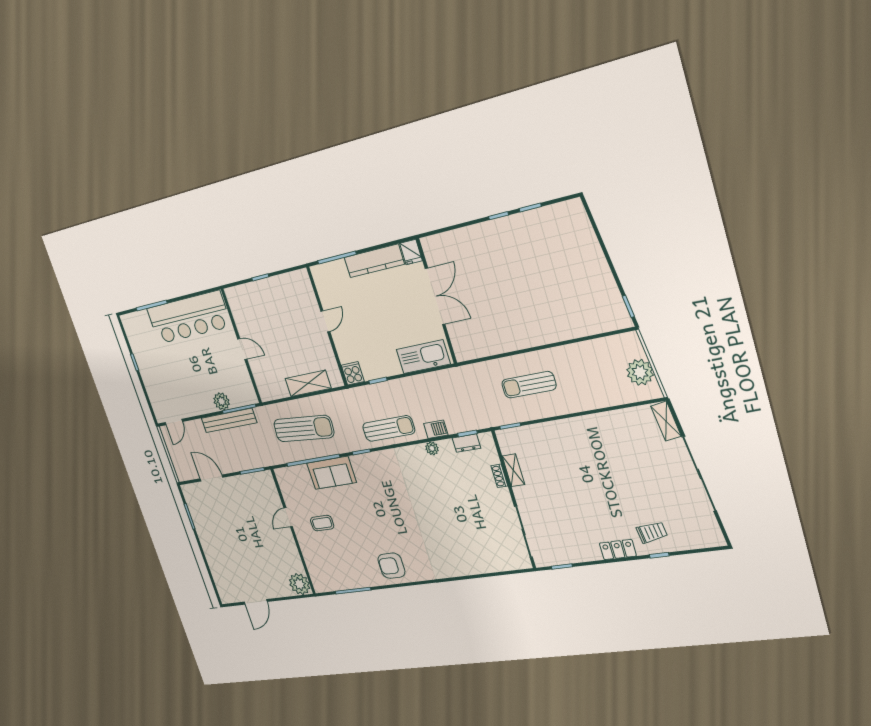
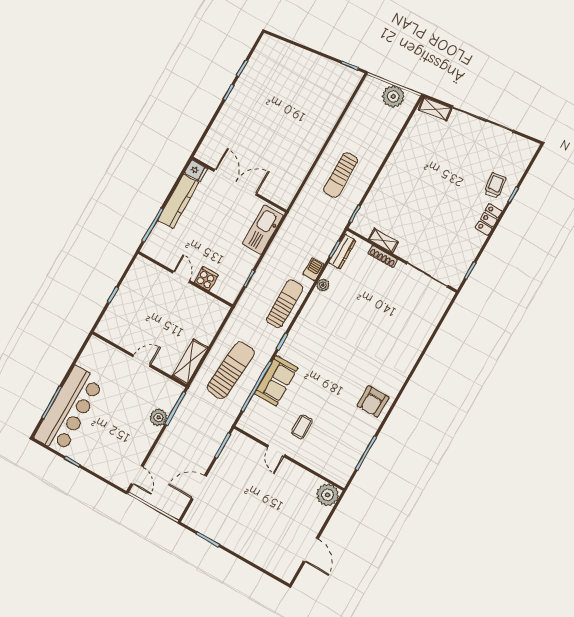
bar counter: (189, 317) -> (69, 410), moved
cooker: (353, 373) -> (206, 279), moved, turned 90
shelving: (308, 383) -> (190, 362), moved
bench: (229, 420) -> (175, 426), removed
dresser: (466, 443) -> (342, 252), width x1.44
shoe rack: (499, 476) -> (383, 257), width x1.43

